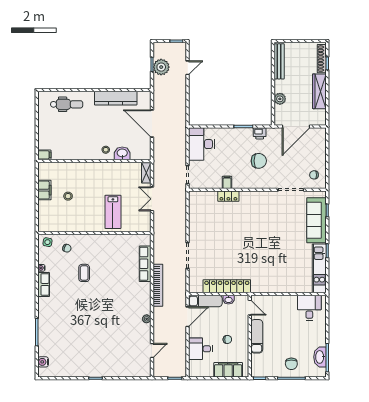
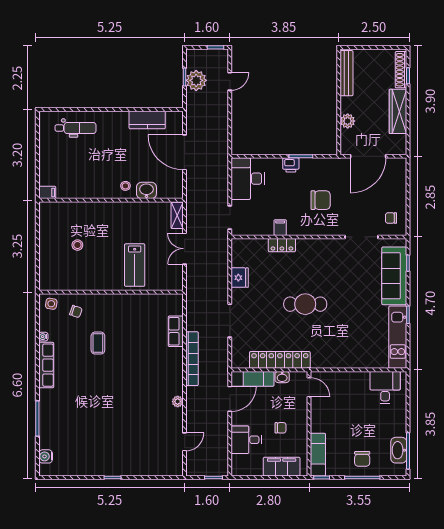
kitchen counter: (116, 98) -> (147, 120), width x0.67
printer: (260, 133) -> (291, 165), moved
filing cabinet: (44, 190) -> (47, 237), removed
fridge: (195, 222) -> (240, 278), added
cafe table: (247, 242) -> (305, 304), added
row of seats: (145, 264) -> (176, 331), width x0.68
row of seats: (44, 284) -> (46, 365), width x1.48
exam couch: (257, 336) -> (318, 455), moved

